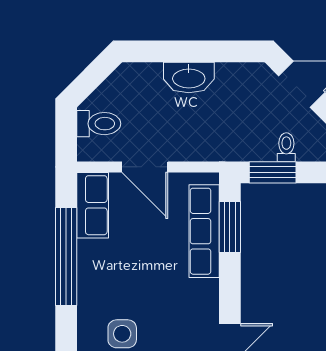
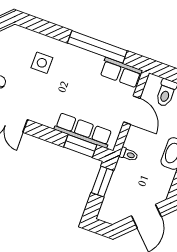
toilet: (286, 147) -> (128, 154), moved
door: (145, 167) -> (132, 110), swing flipped

